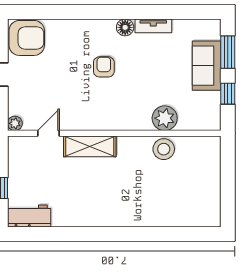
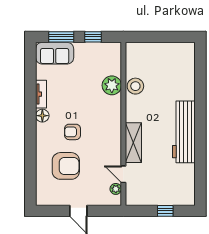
armchair: (27, 38) -> (66, 166), moved, turned 90
sofa: (207, 66) -> (55, 53), moved
plant: (15, 123) -> (116, 189), moved
workbench: (29, 216) -> (184, 132), moved, width x1.88, depth x1.32

